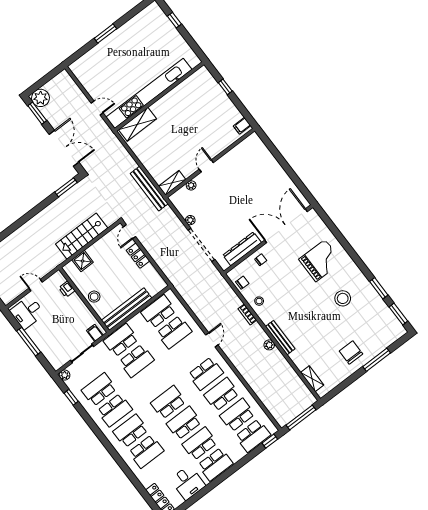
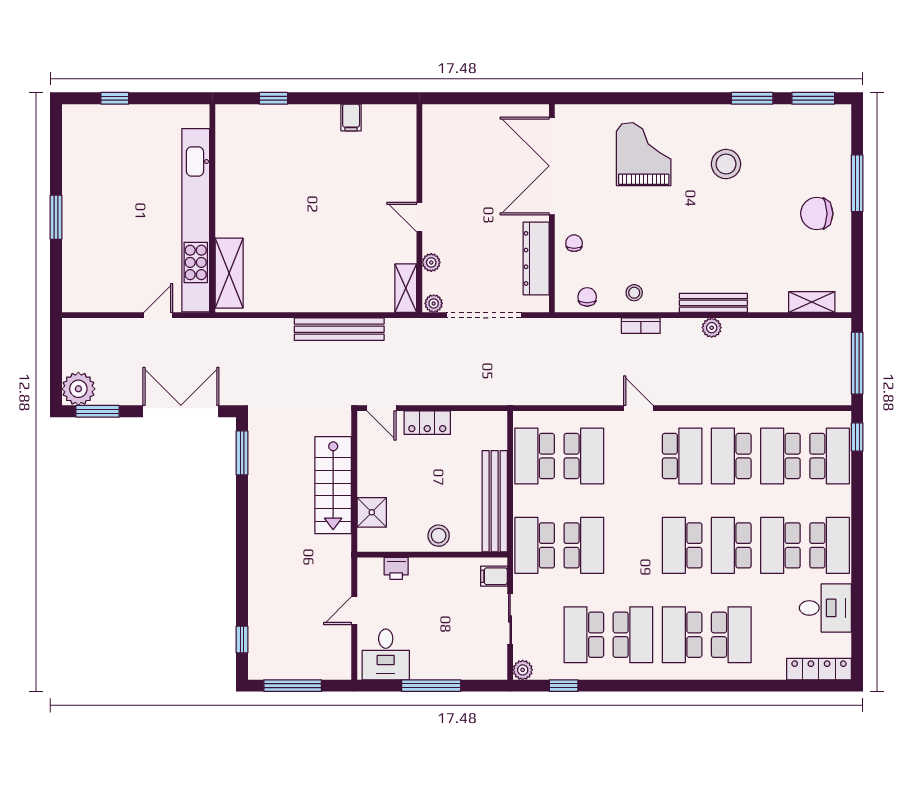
wall: (210, 163) -> (419, 208), moved
door: (206, 166) -> (419, 217), moved
shelving: (172, 183) -> (406, 288), moved
plant: (191, 185) -> (431, 262), moved

